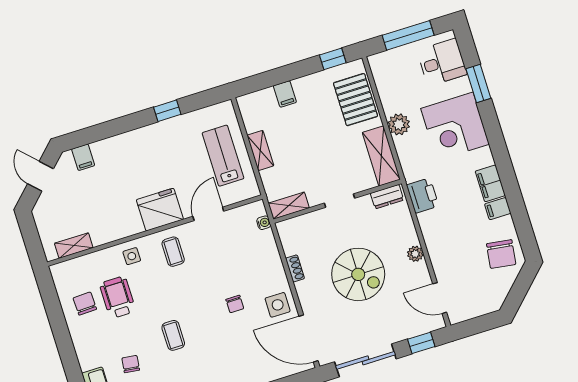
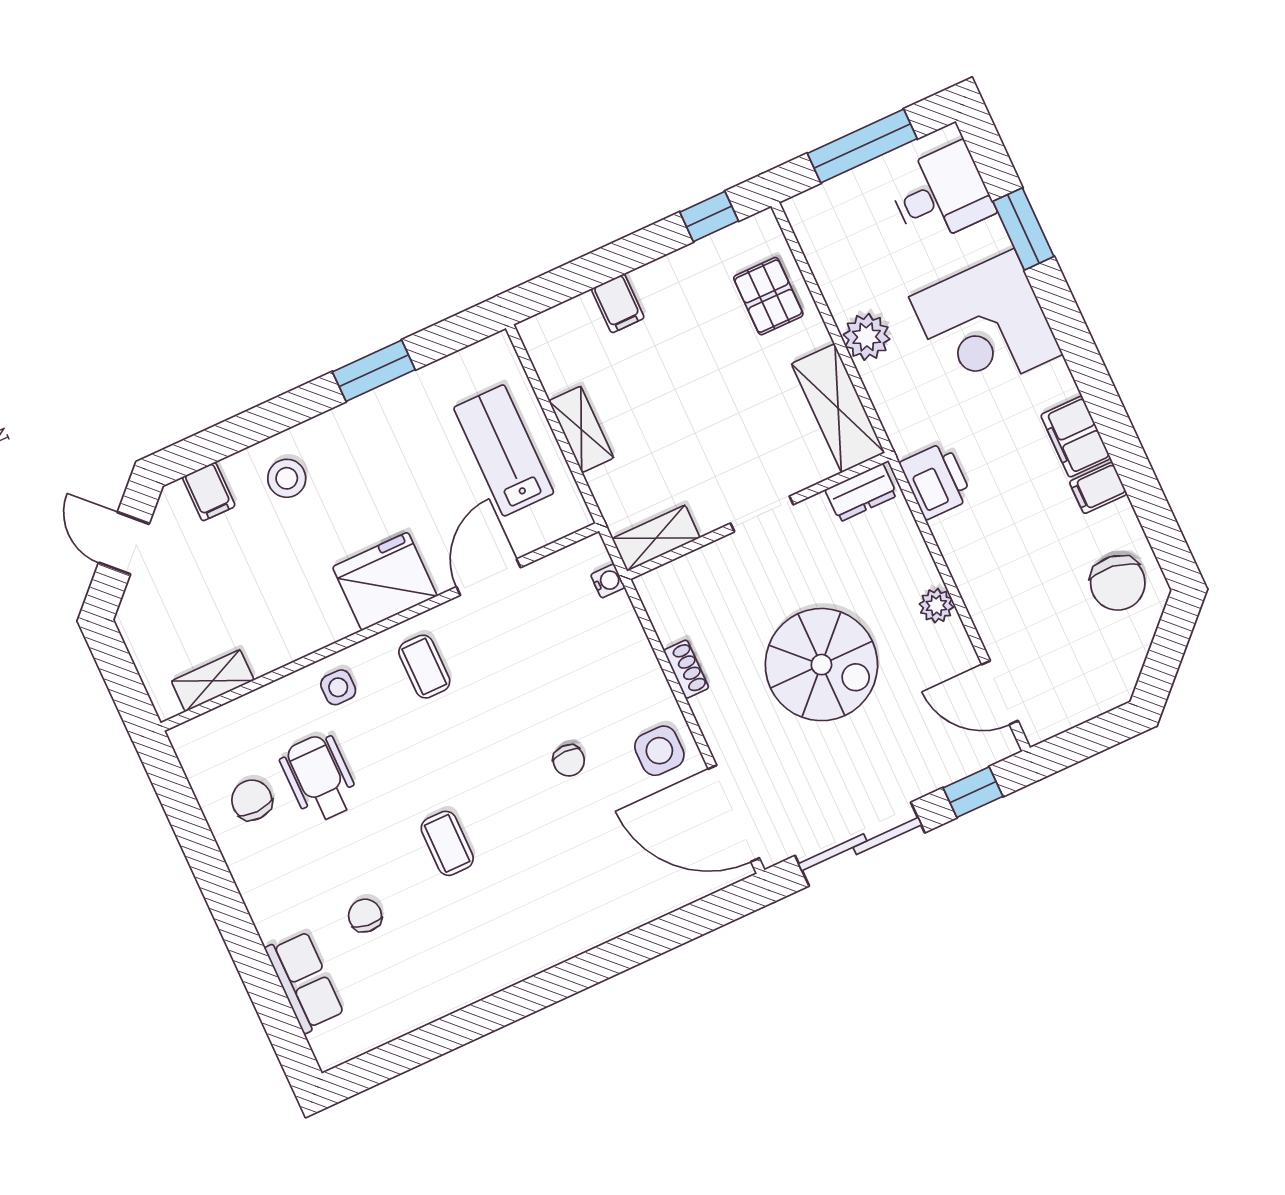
pallet: (356, 100) -> (768, 296), width x0.67, depth x0.71
window: (167, 111) -> (374, 371), width x1.50
stool: (120, 156) -> (287, 478), added

